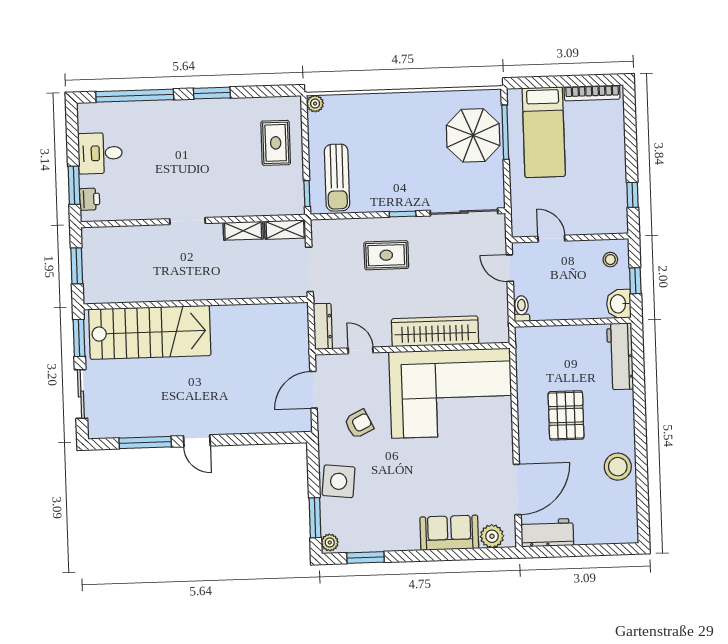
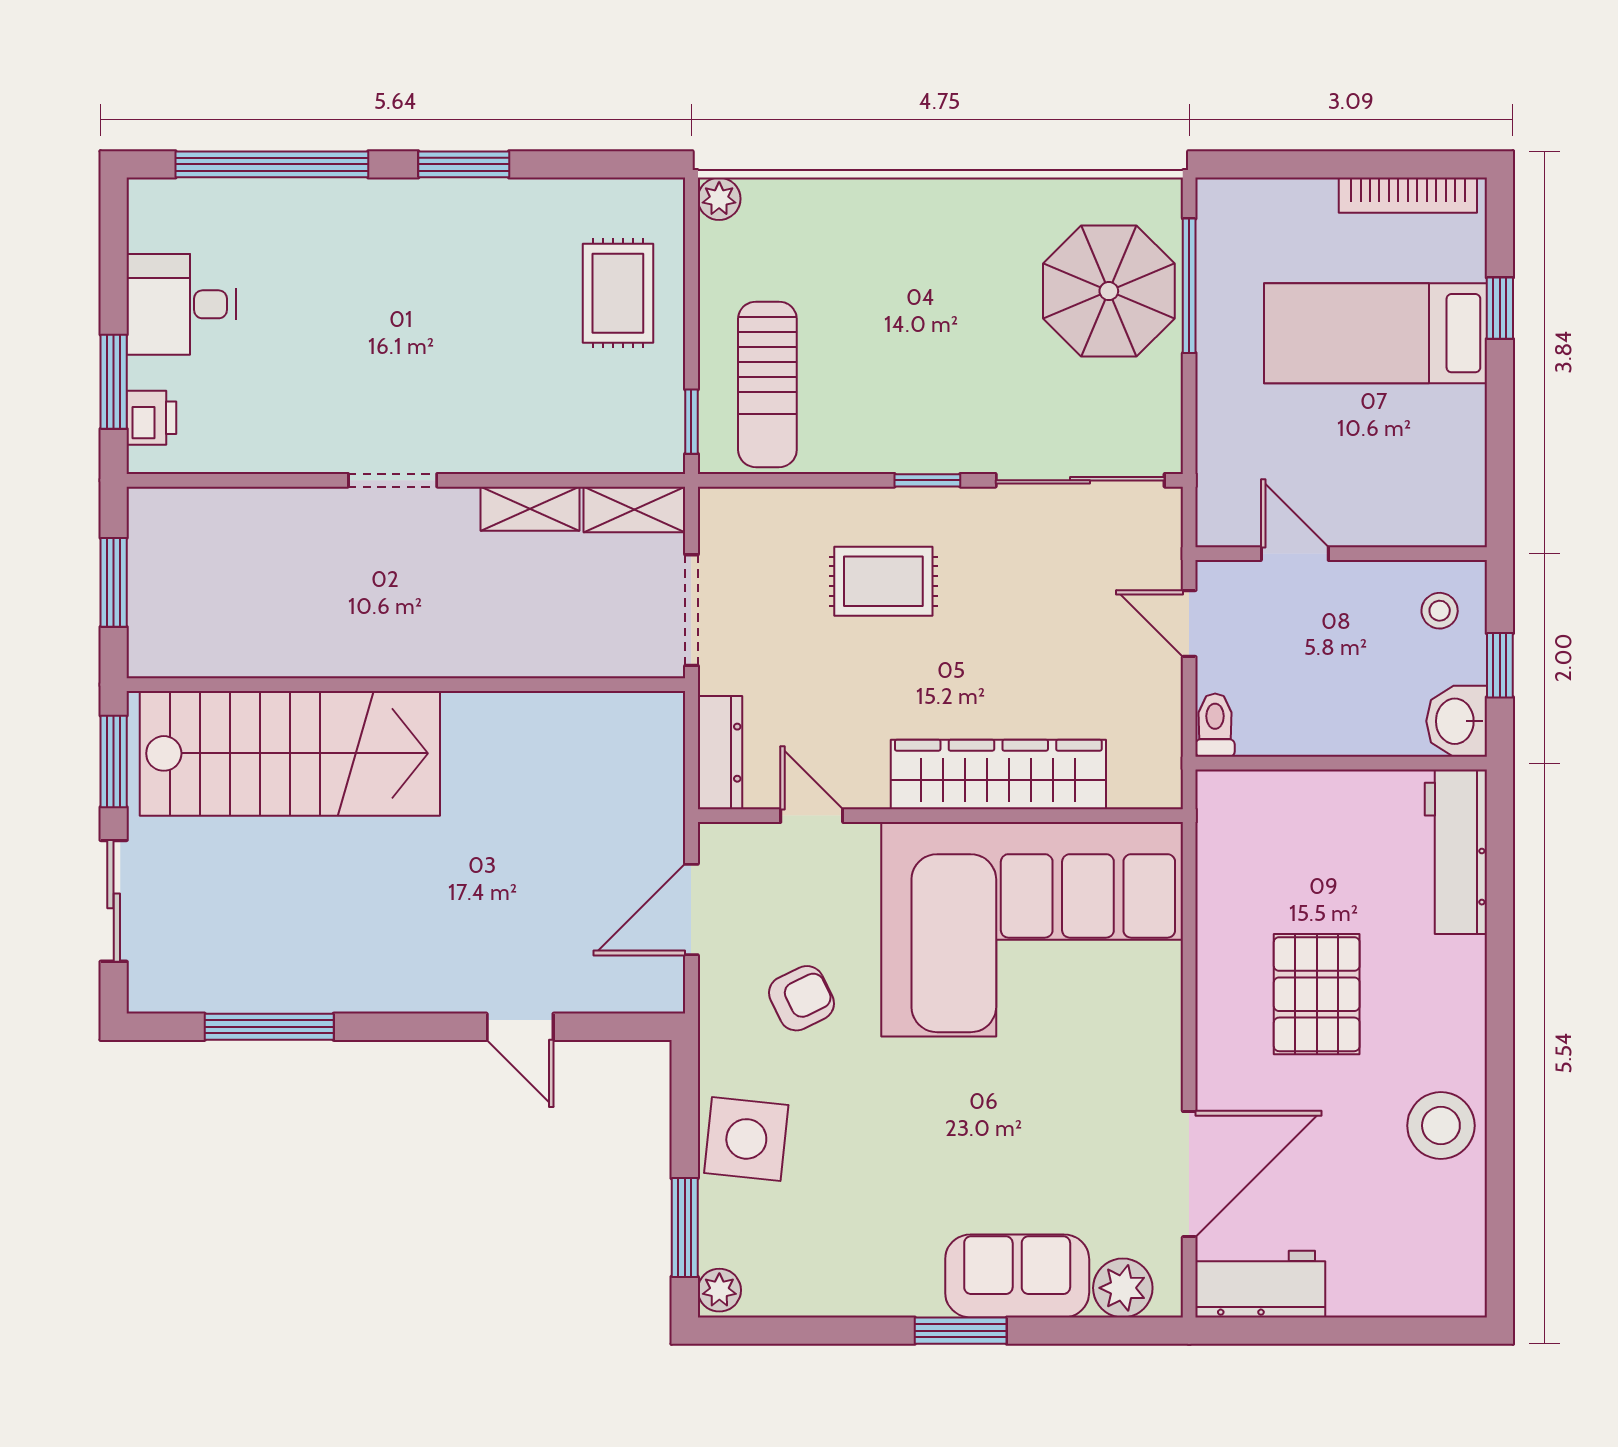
bed: (544, 132) -> (1375, 333), moved, turned 90
window: (632, 195) -> (1500, 308), moved
door: (197, 441) -> (520, 1027), moved
window: (366, 558) -> (961, 1331), moved

